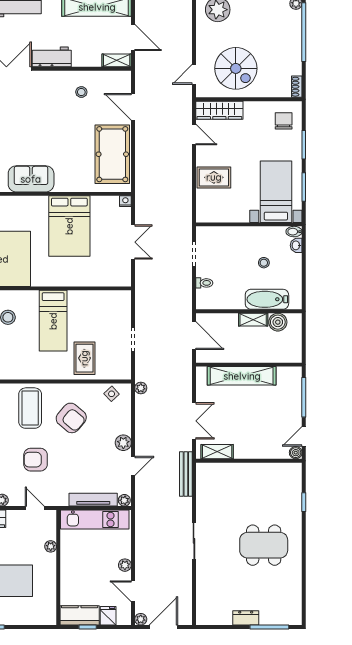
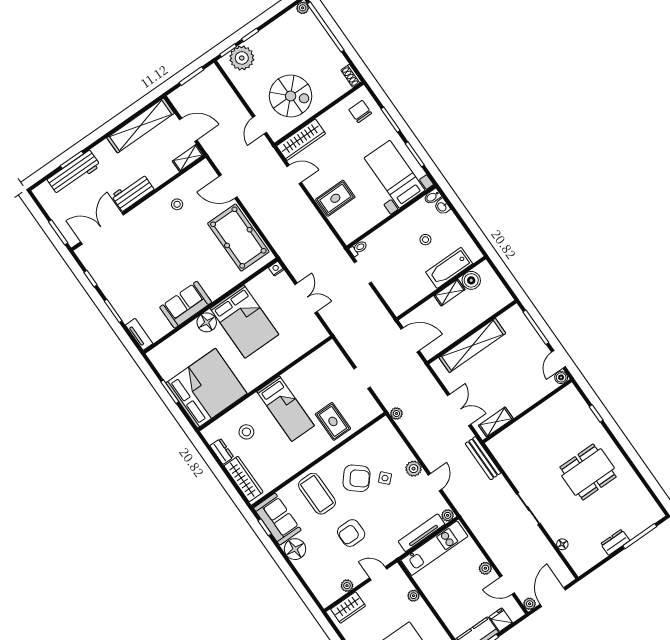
floor lamp: (38, 205) -> (207, 322), added
toilet: (204, 283) -> (358, 248), moved
side table: (112, 394) -> (385, 478), moved
floor lamp: (201, 589) -> (562, 544), added

